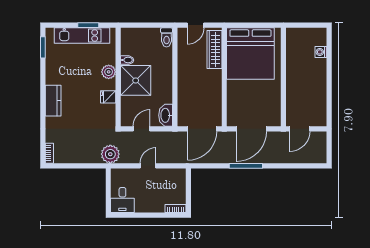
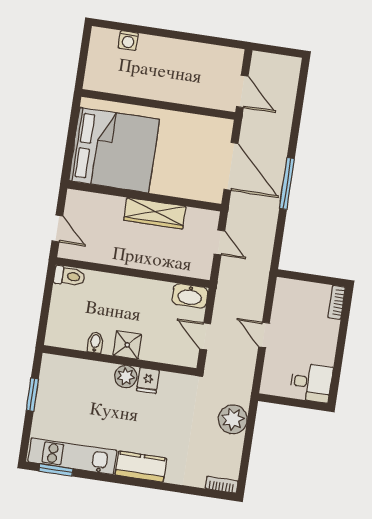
kitchen unit: (82, 35) -> (72, 456), moved, turned -90
wardrobe: (214, 50) -> (155, 213), moved
plant: (109, 72) -> (126, 377), moved
shower: (136, 80) -> (127, 345), width x0.54, depth x0.54
door: (202, 129) -> (219, 243), width x0.53
plant: (110, 154) -> (233, 419), moved

